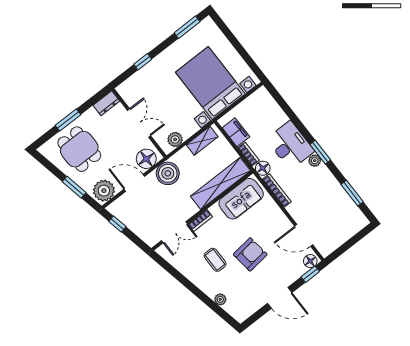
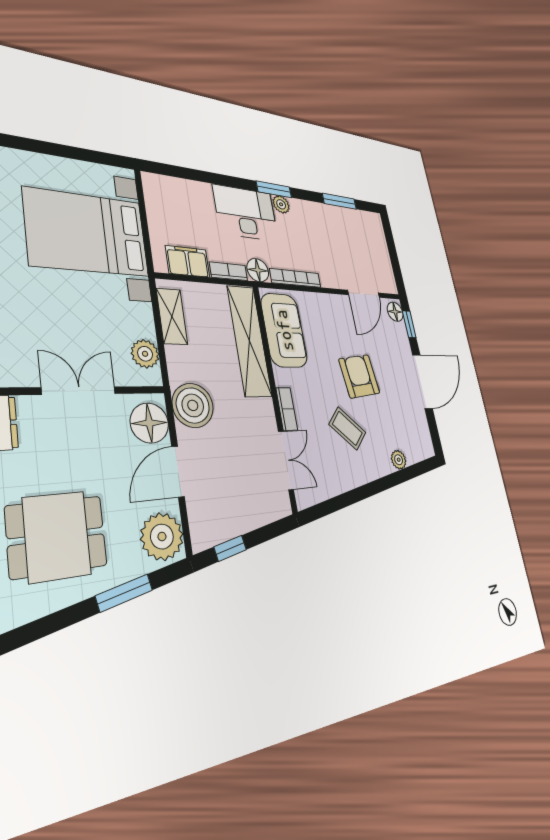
coffee table: (215, 260) -> (347, 428), turned 43
door: (280, 298) -> (422, 381), width x1.36

